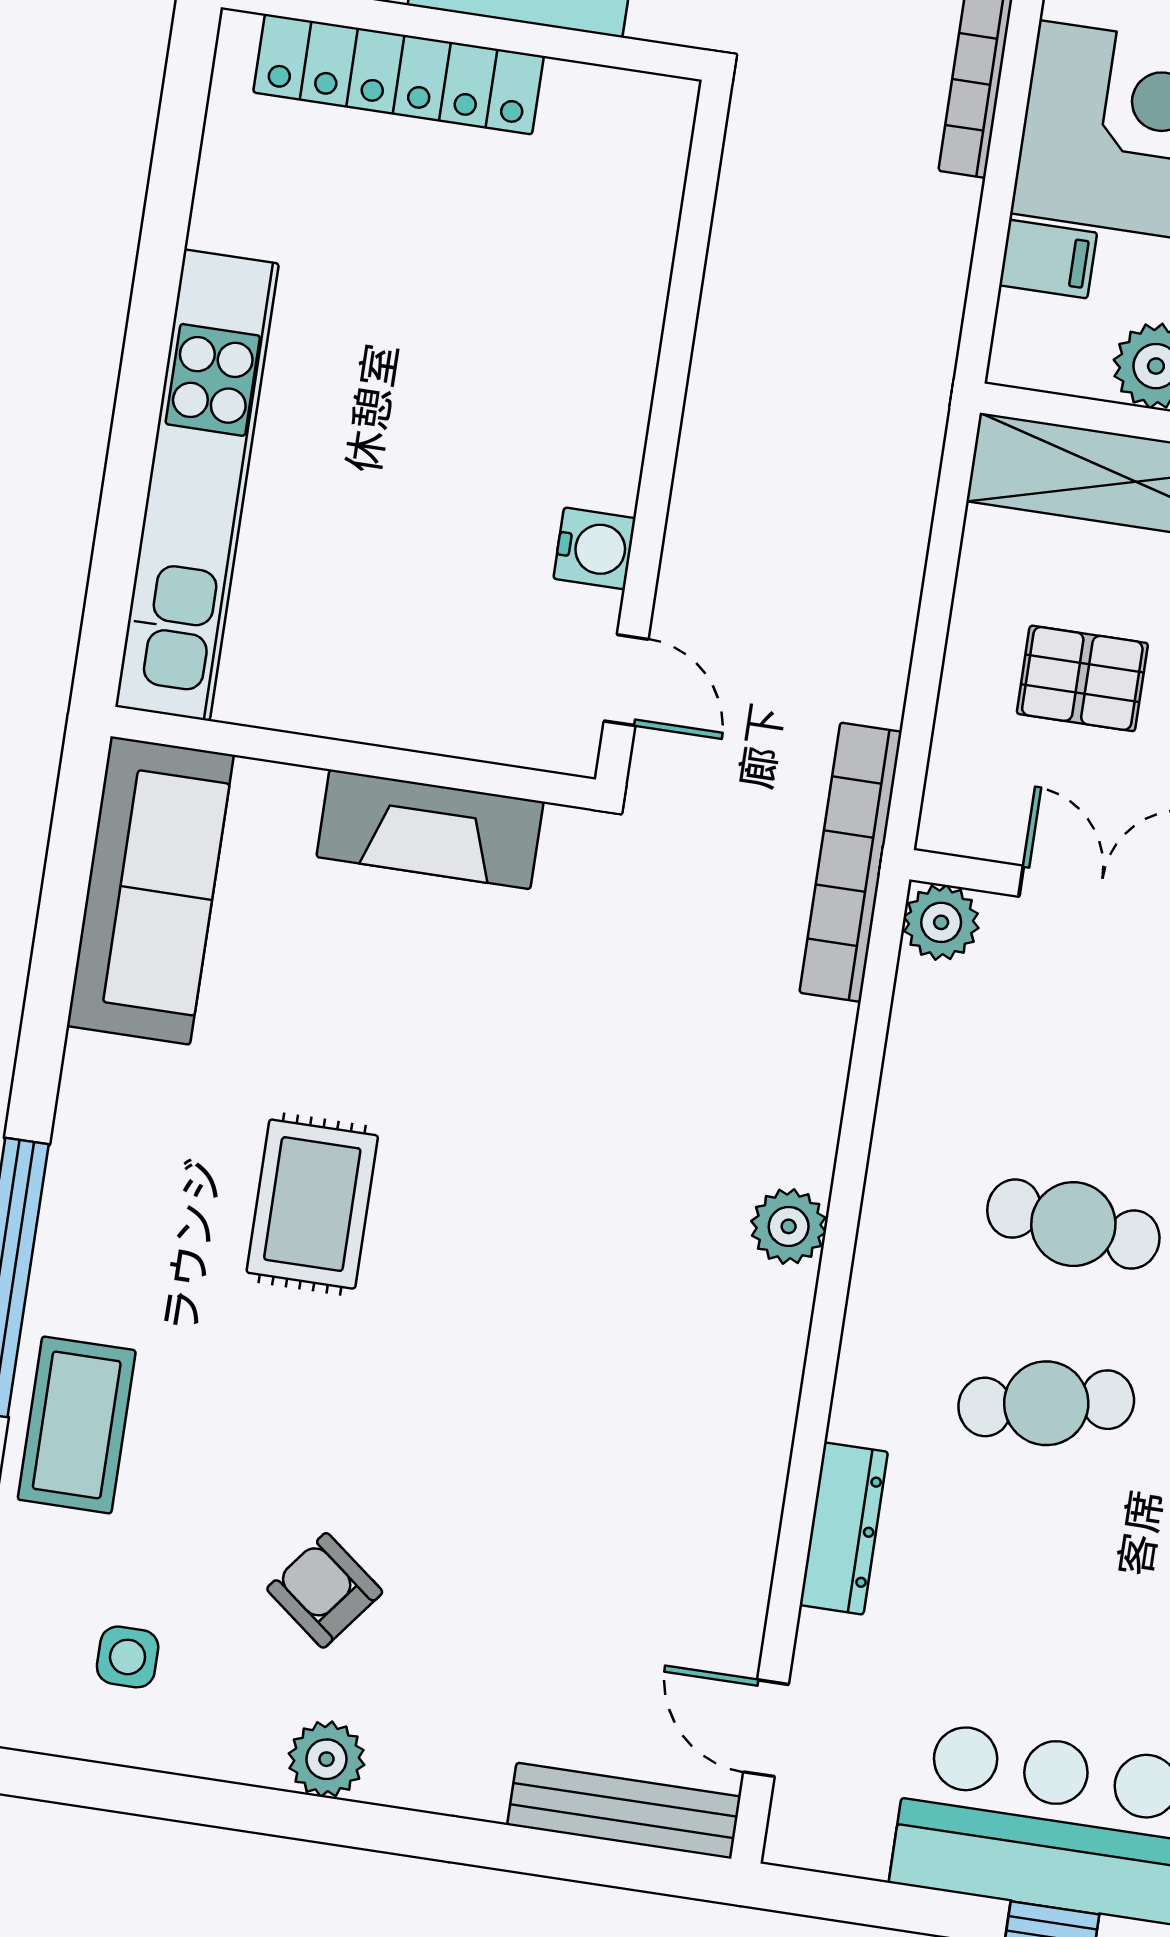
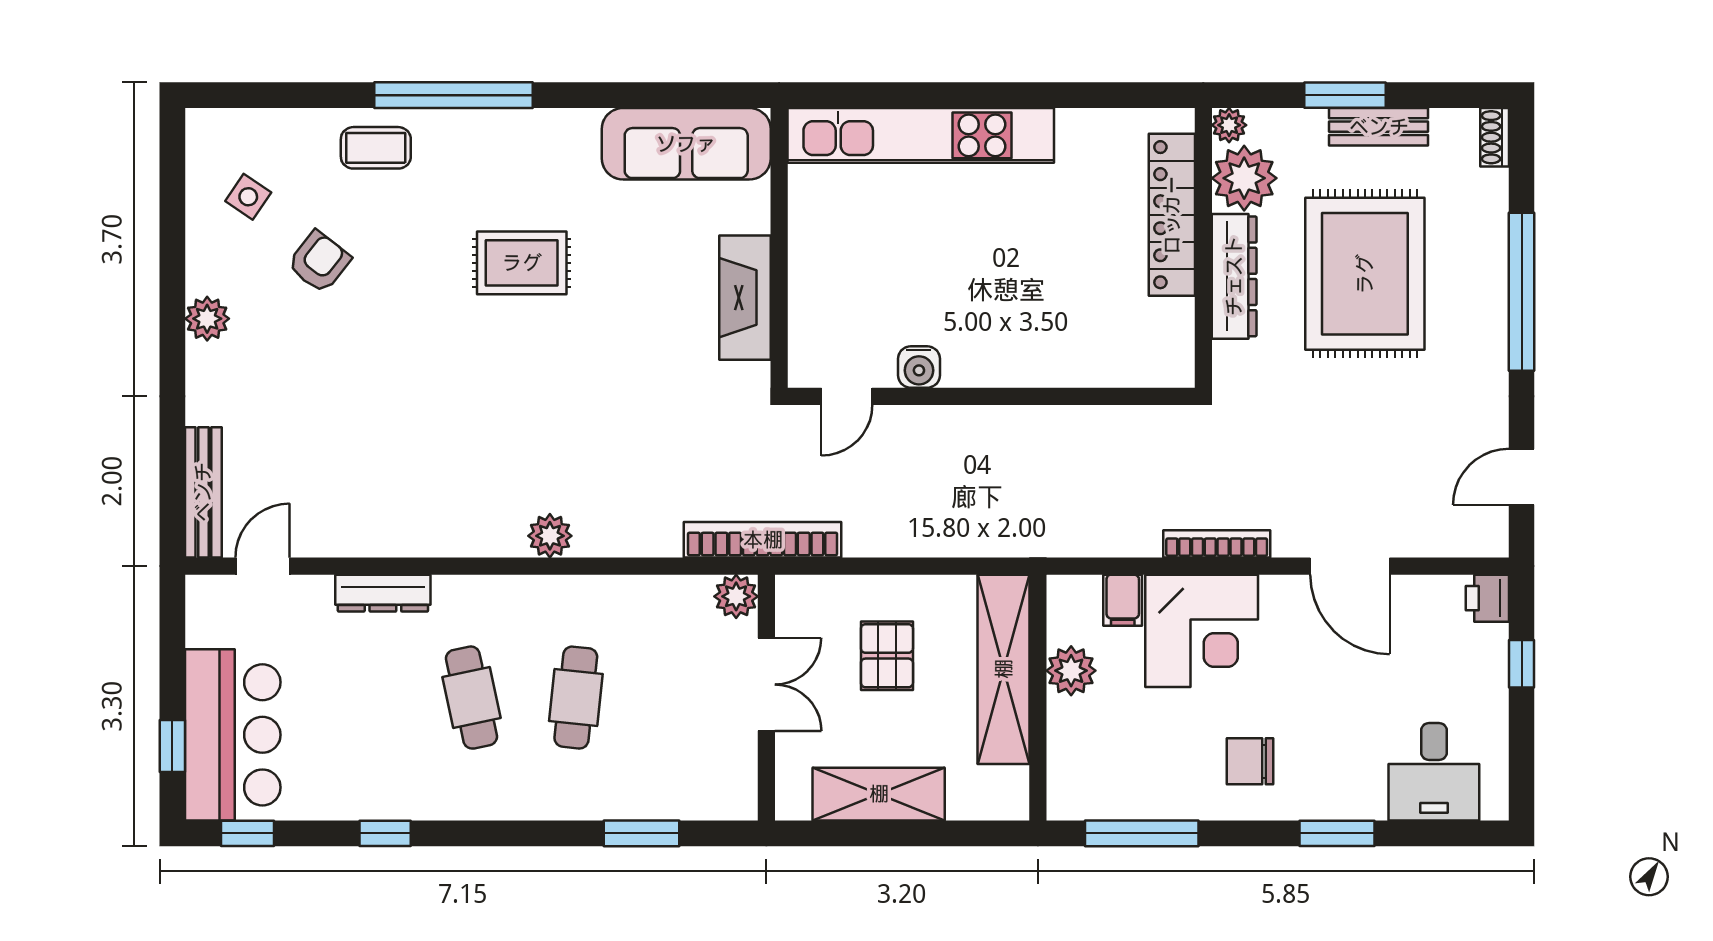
coffee table: (77, 1425) -> (376, 148), width x0.73, depth x0.77
armchair: (325, 1590) -> (319, 262), moved
side table: (128, 1657) -> (248, 197), turned 34

